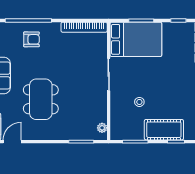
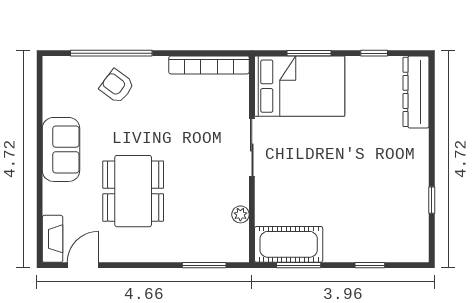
armchair: (31, 39) -> (117, 86), turned -143
stool: (139, 102) -> (306, 196), removed
plant: (102, 128) -> (240, 214), moved
cot: (164, 130) -> (289, 244), moved

